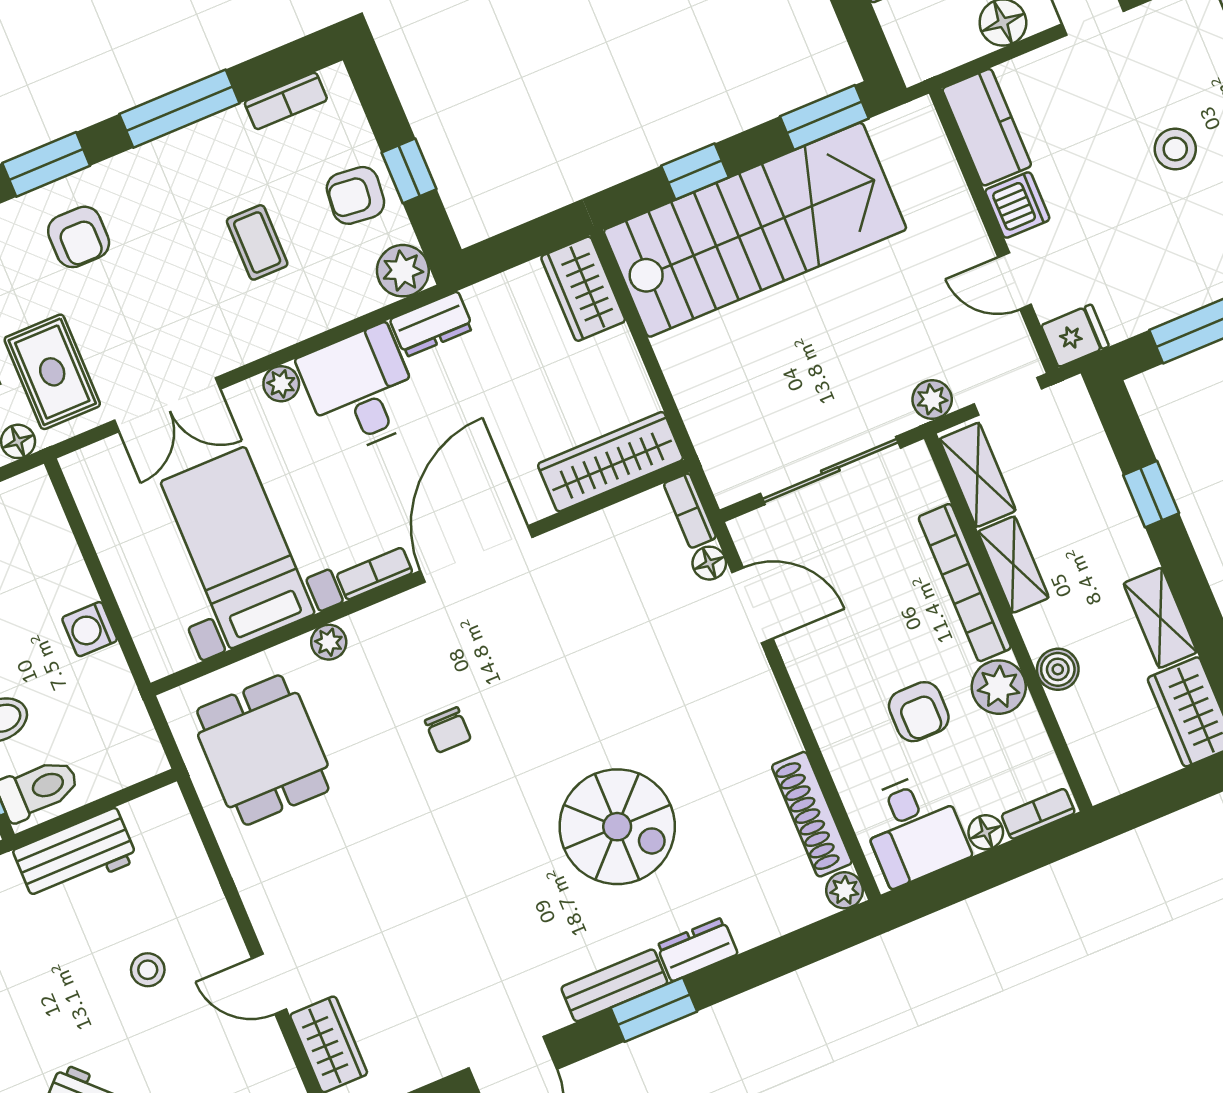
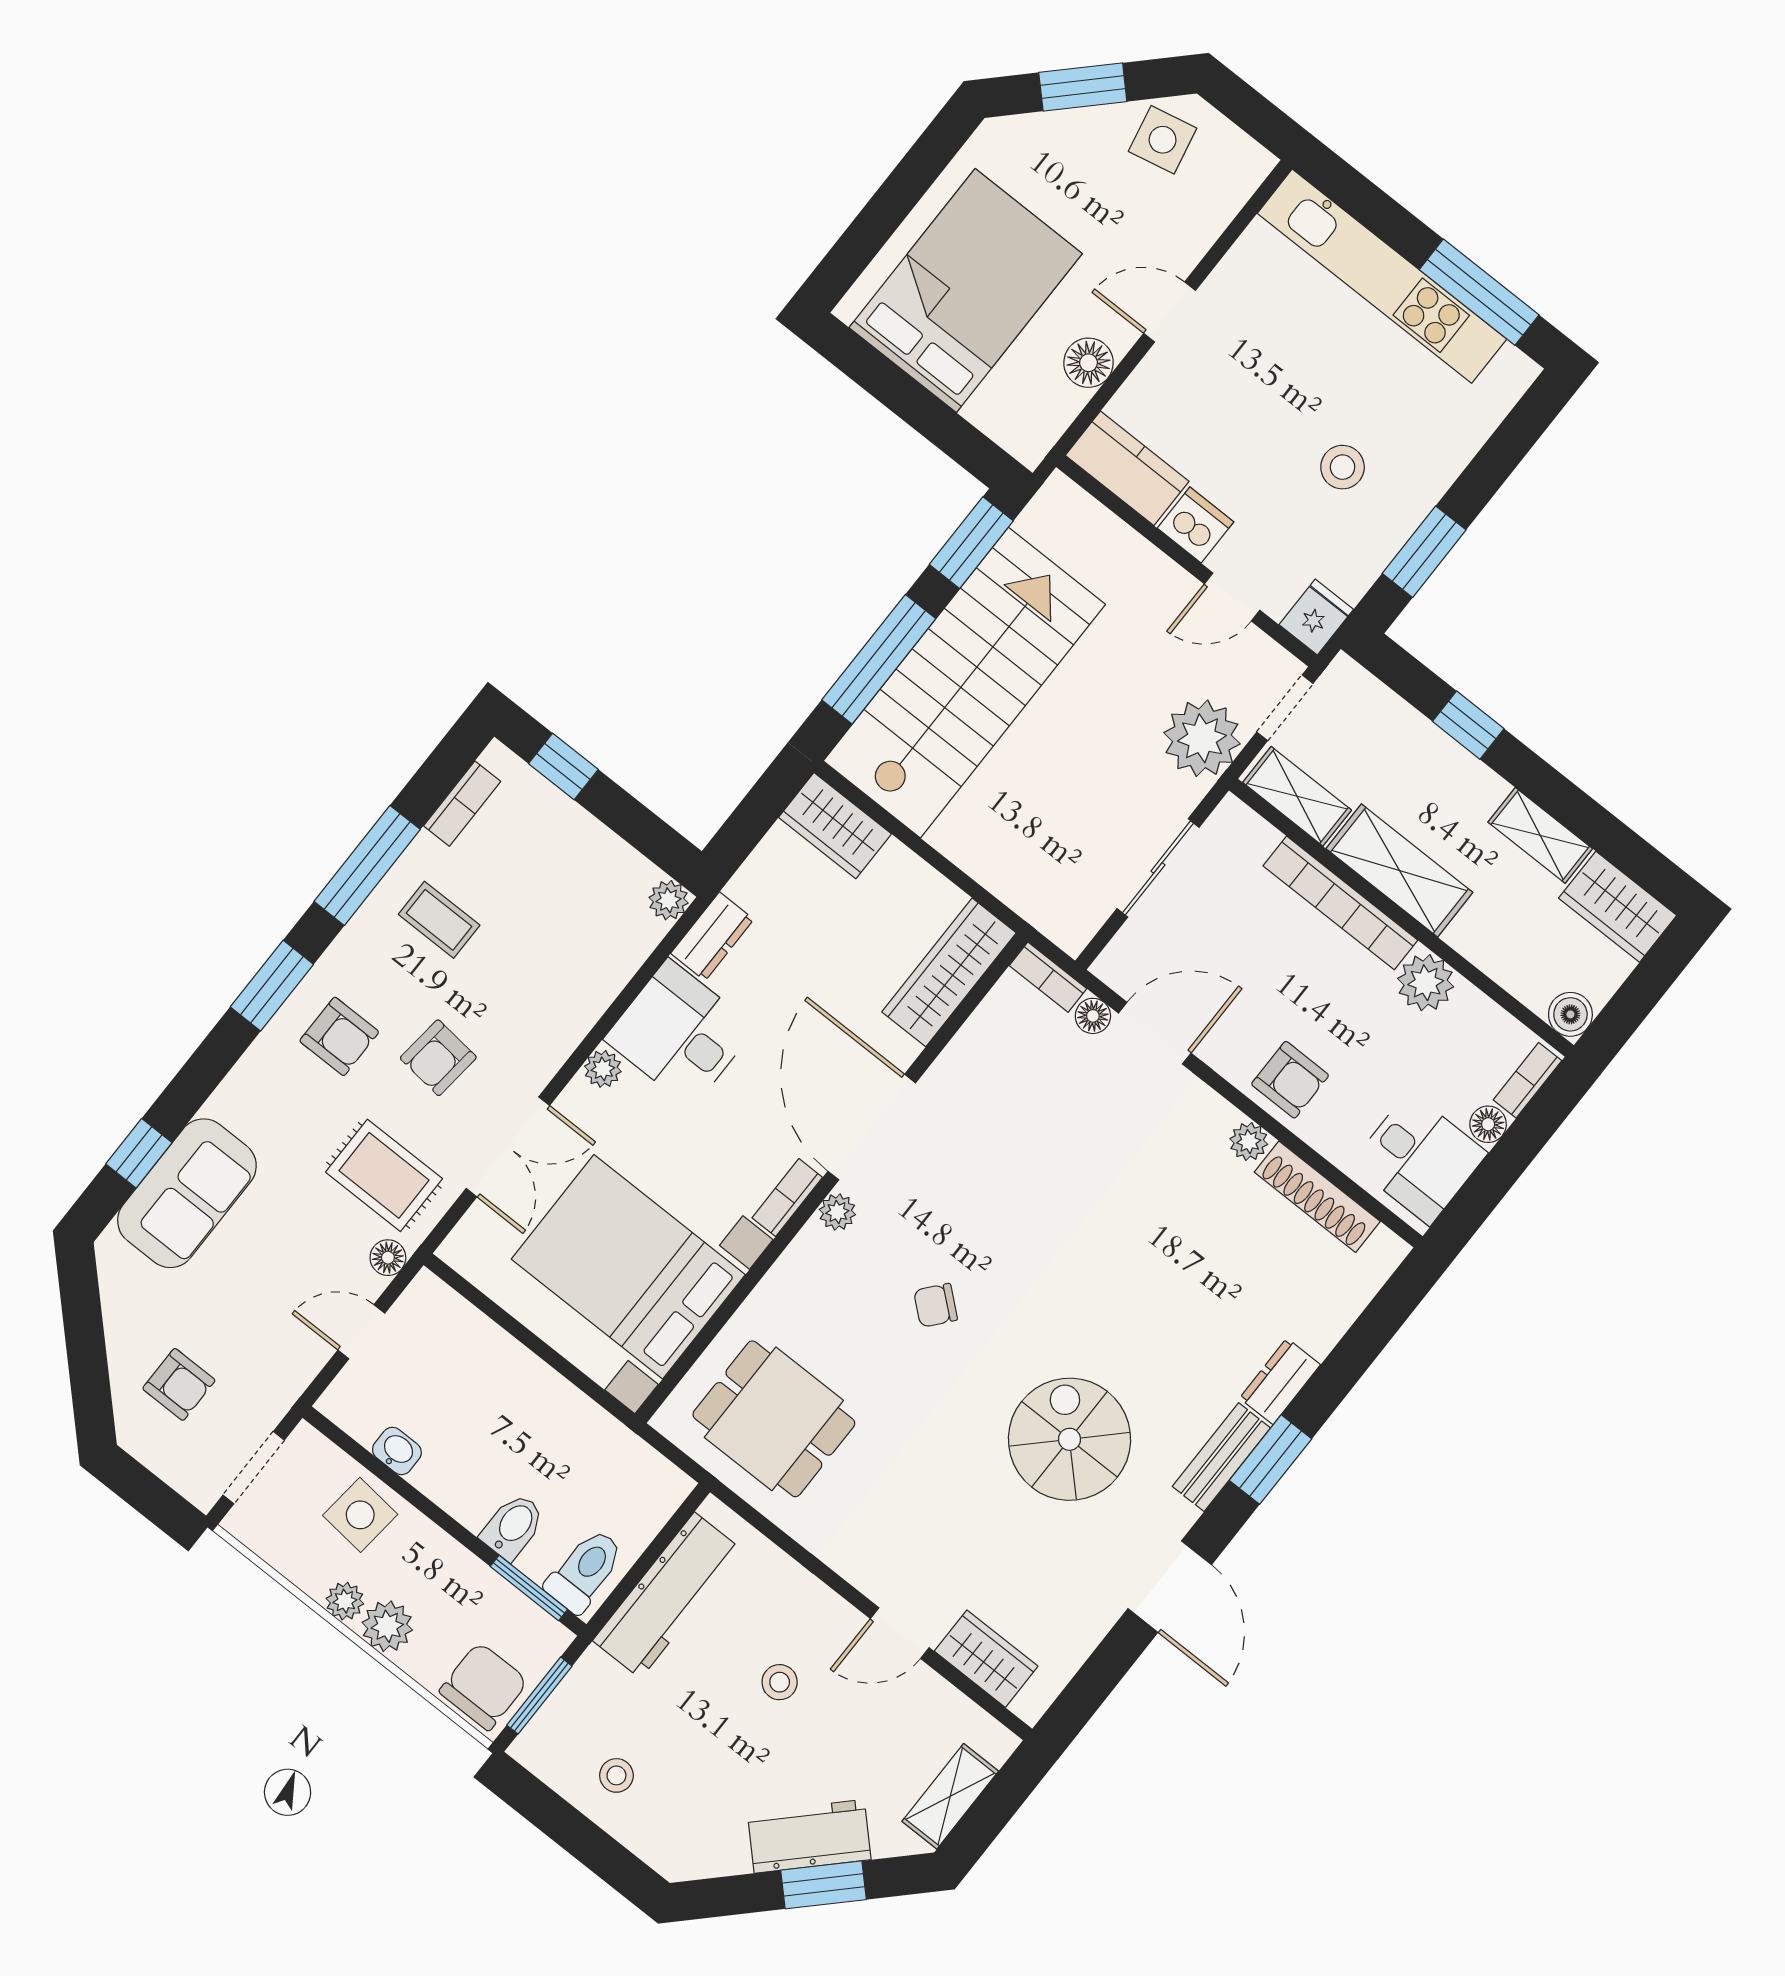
stool: (1175, 149) -> (1343, 467), moved
window: (409, 171) -> (563, 767), moved
window: (695, 172) -> (879, 659), width x2.17
armchair: (355, 195) -> (438, 1058), moved
coffee table: (257, 242) -> (439, 920), moved
plant: (403, 271) -> (669, 900), width x0.73, depth x0.73
plant: (932, 399) -> (1202, 738), width x1.88, depth x1.88
sliding door: (830, 471) -> (1158, 868), width x0.73
bed with nightstands: (238, 548) -> (628, 1267), width x1.36
shelving: (1013, 565) -> (1399, 870), width x1.50, depth x1.33
washing machine: (90, 629) -> (551, 1395), removed
plant: (329, 642) -> (837, 1212), moved
boiler: (1058, 669) -> (1570, 1014), moved
armchair: (919, 712) -> (1290, 1080), moved
chair: (448, 730) -> (936, 1305), turned 130
spiral stairs: (617, 827) -> (1069, 1439), moved, turned -90
workbench: (75, 855) -> (667, 1595), width x1.38
plant: (844, 890) -> (1249, 1142), moved

